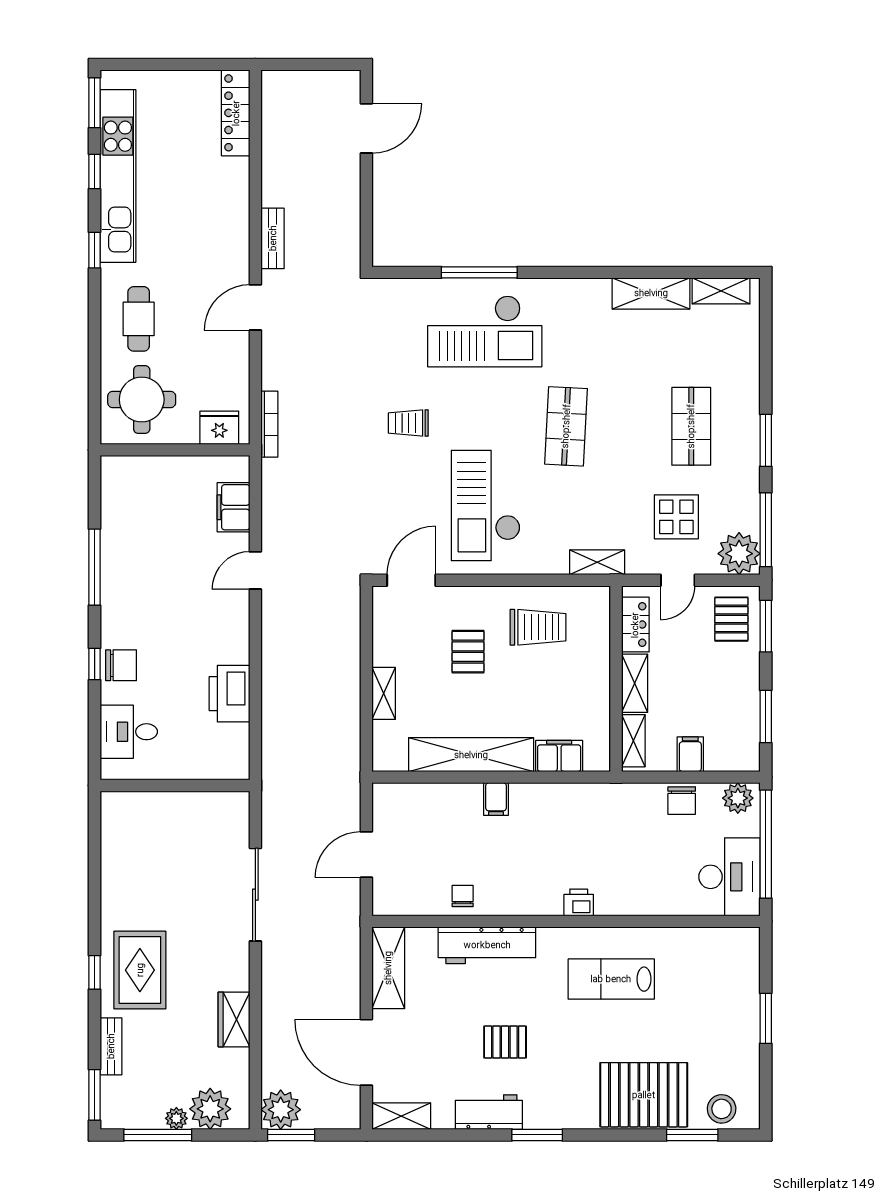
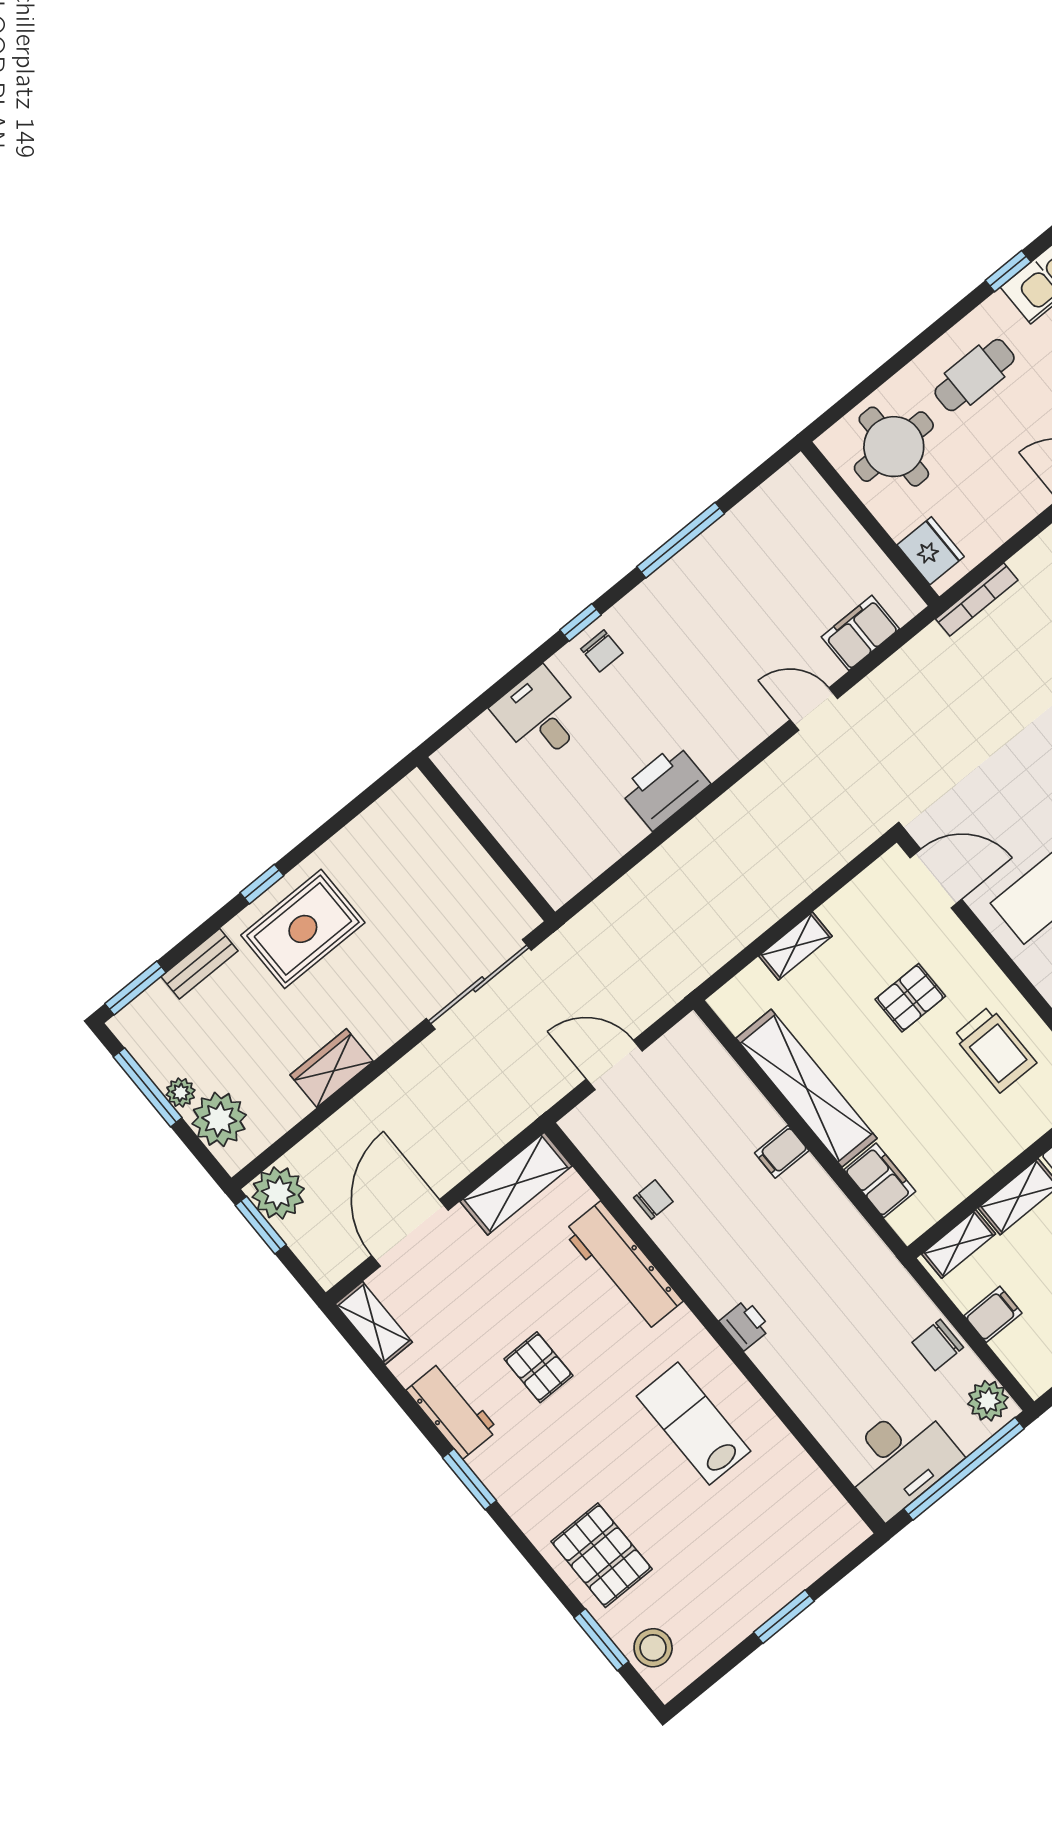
chair: (121, 665) -> (602, 651), width x0.73, depth x0.73
wall: (175, 785) -> (486, 839), moved
pallet: (644, 1095) -> (602, 1555), width x0.73, depth x0.71

